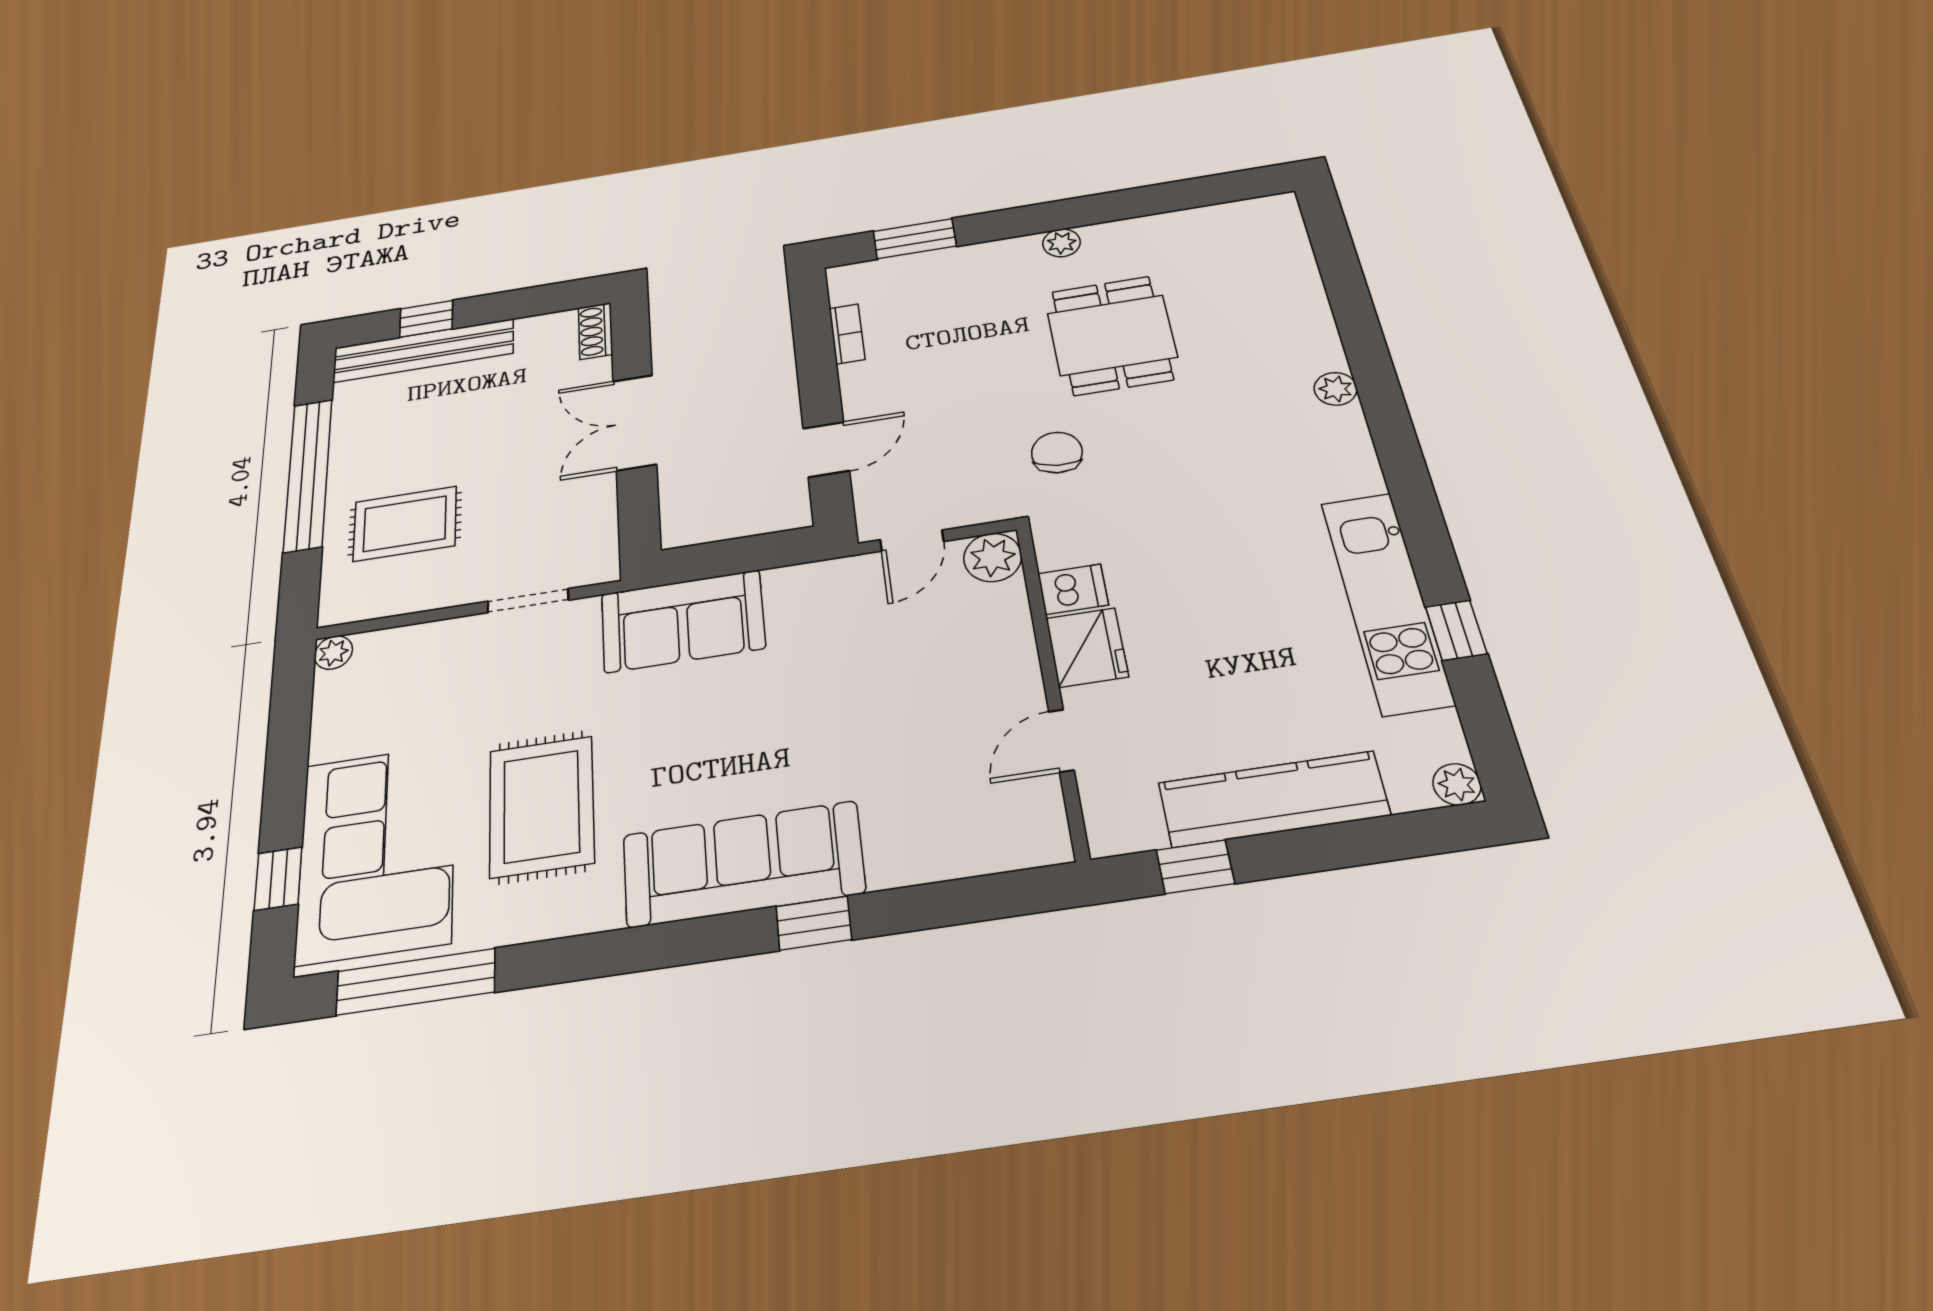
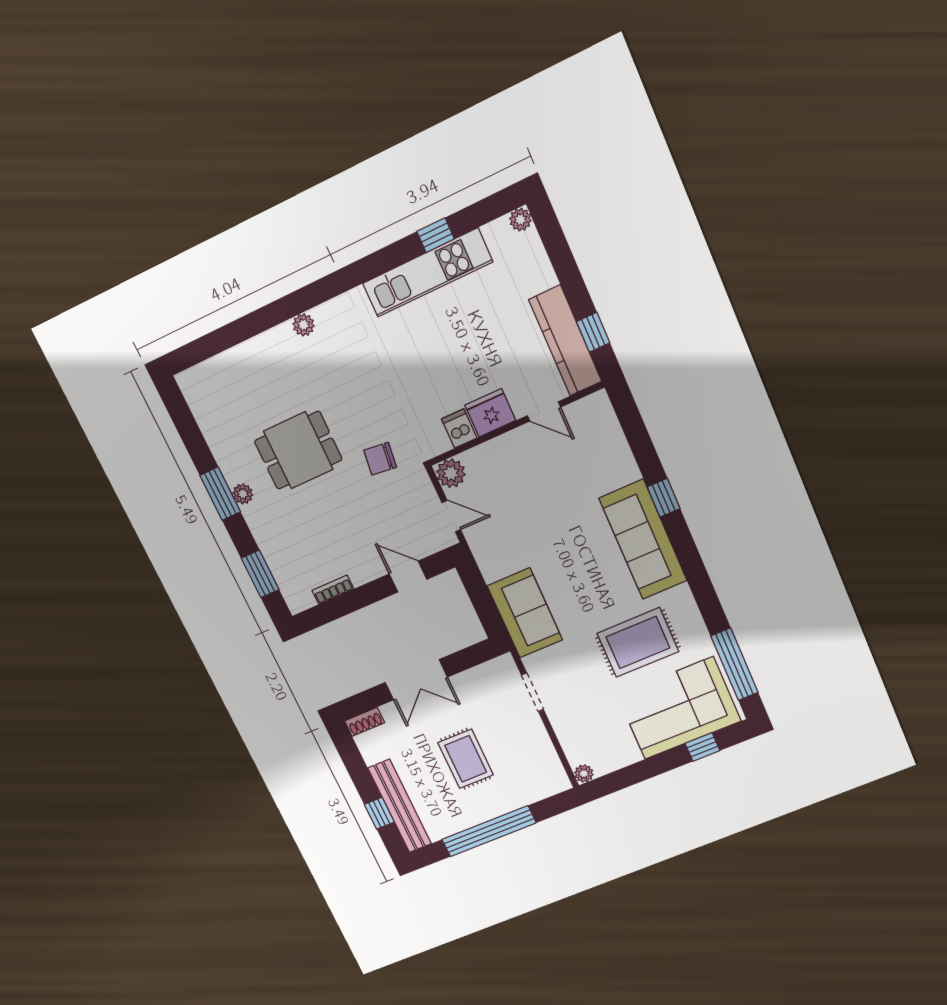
window: (1073, 213) -> (220, 494), added
rug: (405, 524) -> (466, 759), moved
kitchen counter: (1273, 799) -> (565, 341), moved

